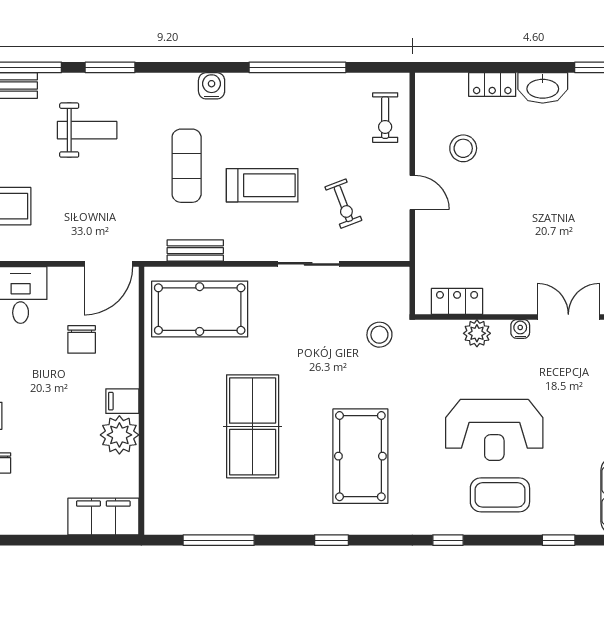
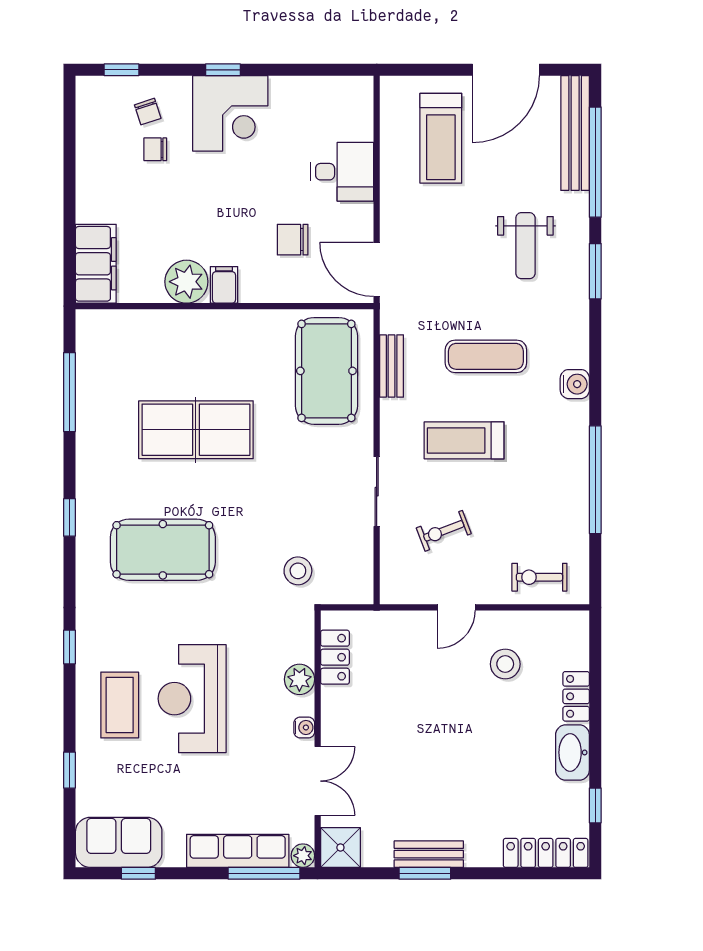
treadmill: (262, 185) -> (464, 440), turned 90

